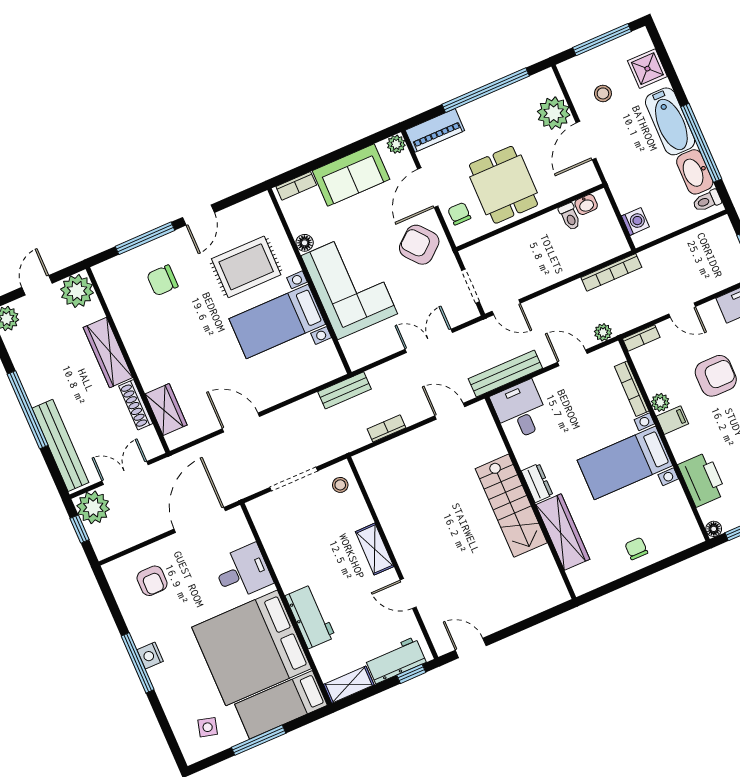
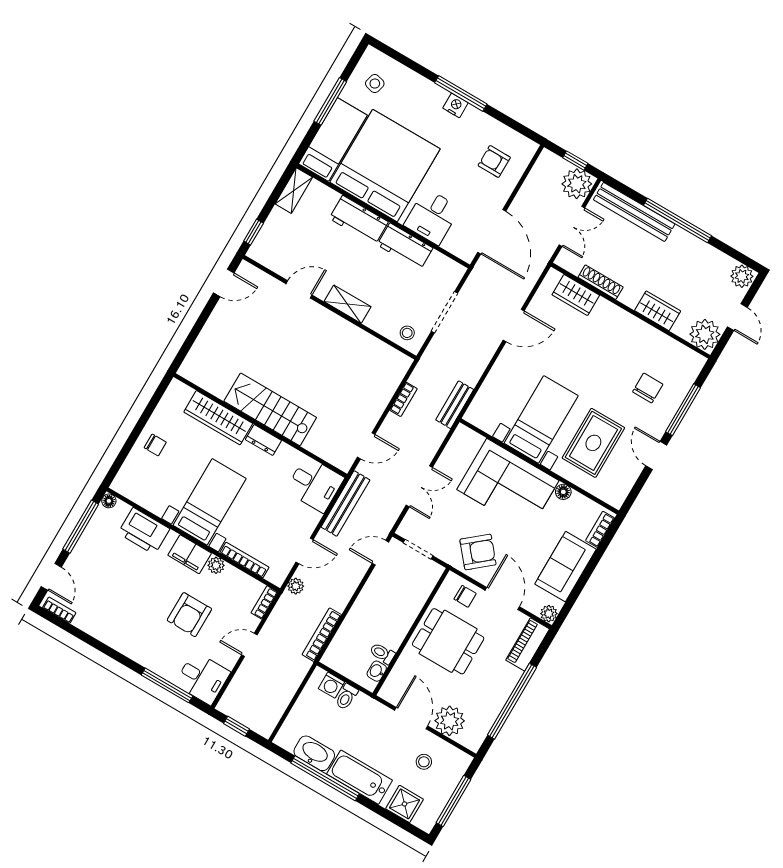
toilet: (707, 201) -> (346, 697), moved, turned 180
wardrobe: (108, 353) -> (658, 311), width x0.67
filing cabinet: (672, 420) -> (190, 554), width x2.00
workbench: (395, 660) -> (405, 246), moved, turned 90

